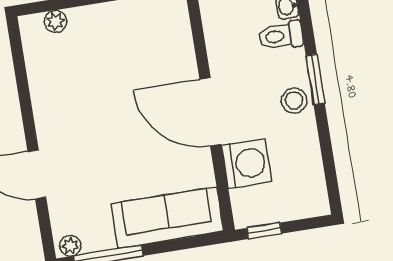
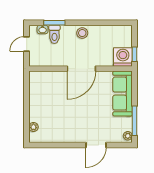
window: (315, 80) -> (54, 23), moved
washing machine: (247, 164) -> (123, 57), moved

